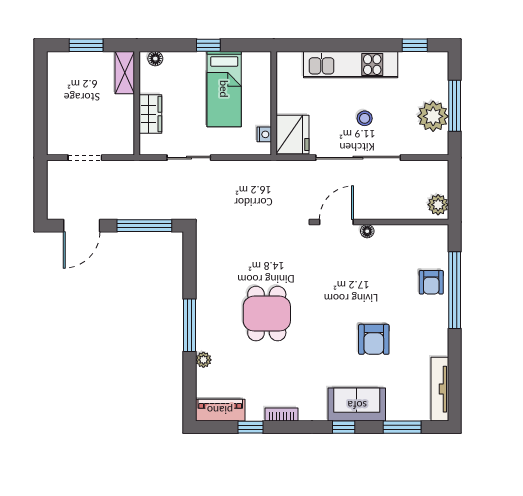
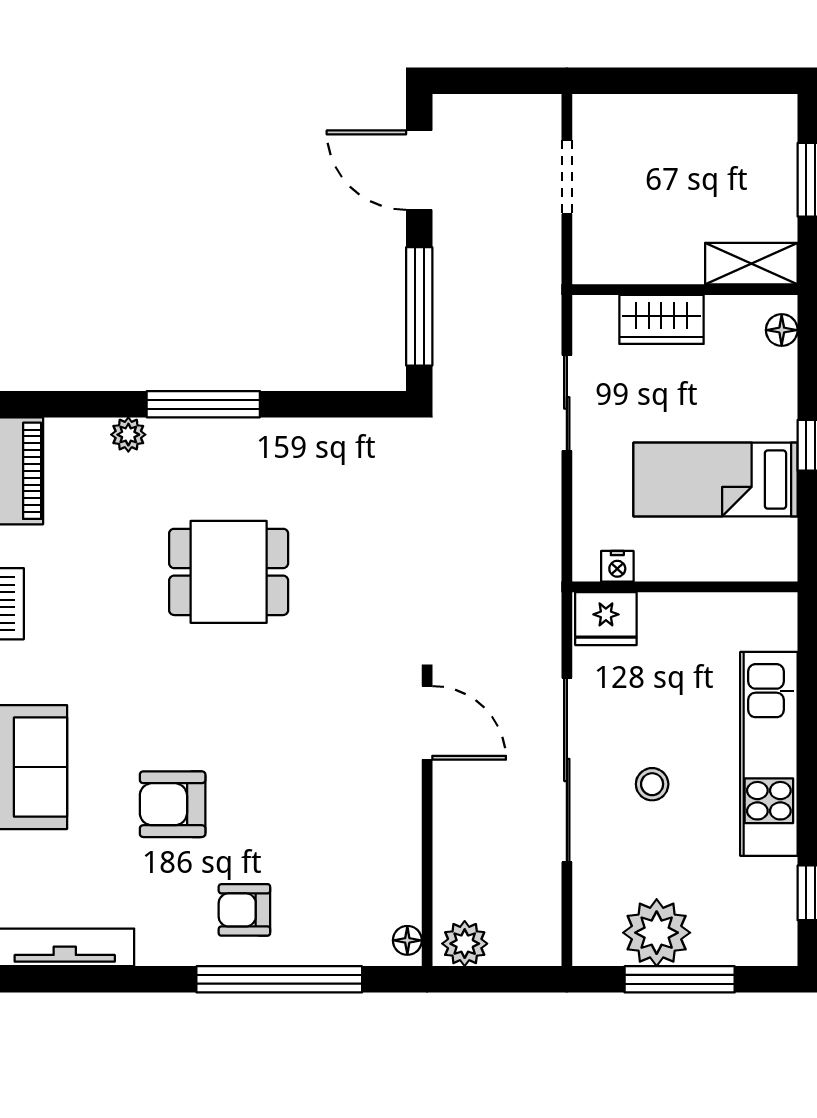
fridge: (292, 135) -> (606, 619), width x0.73, depth x0.75
floor lamp: (367, 231) -> (407, 940), moved
armchair: (431, 282) -> (244, 910), moved

